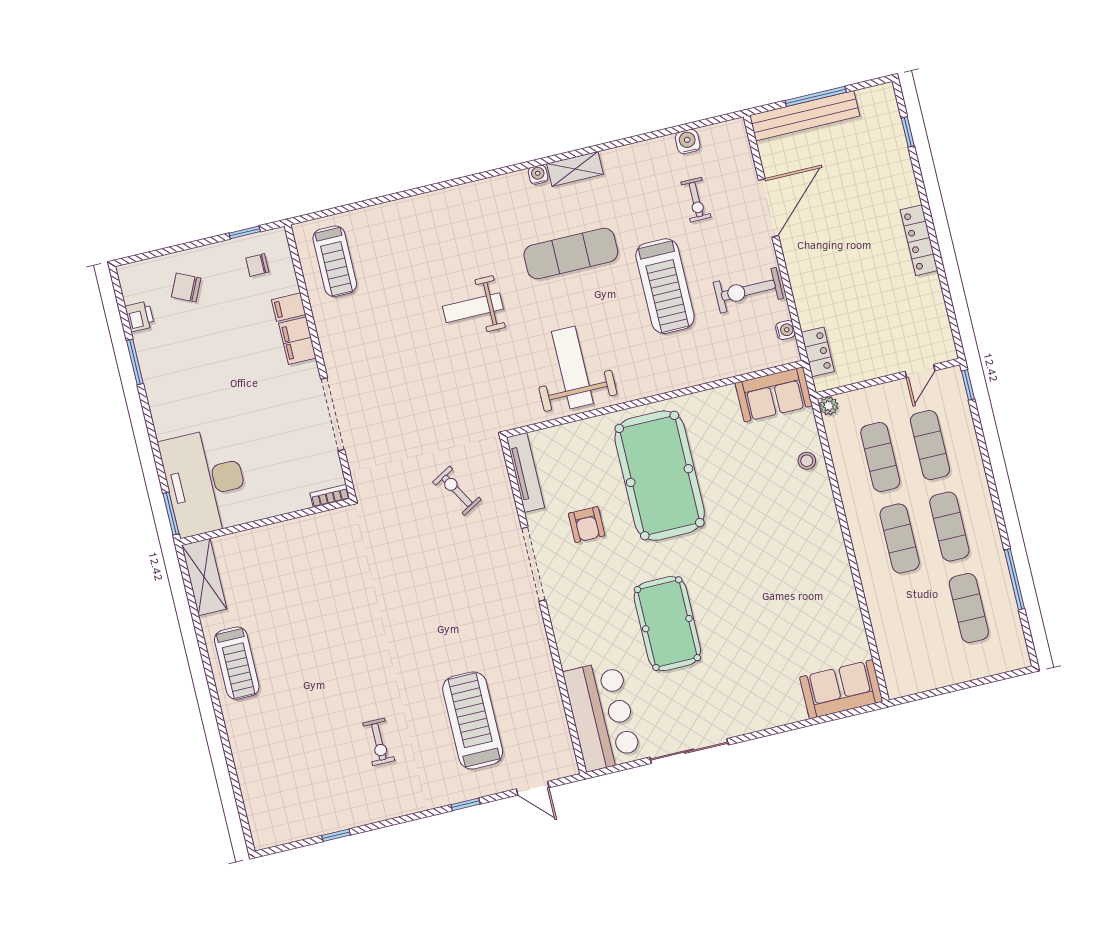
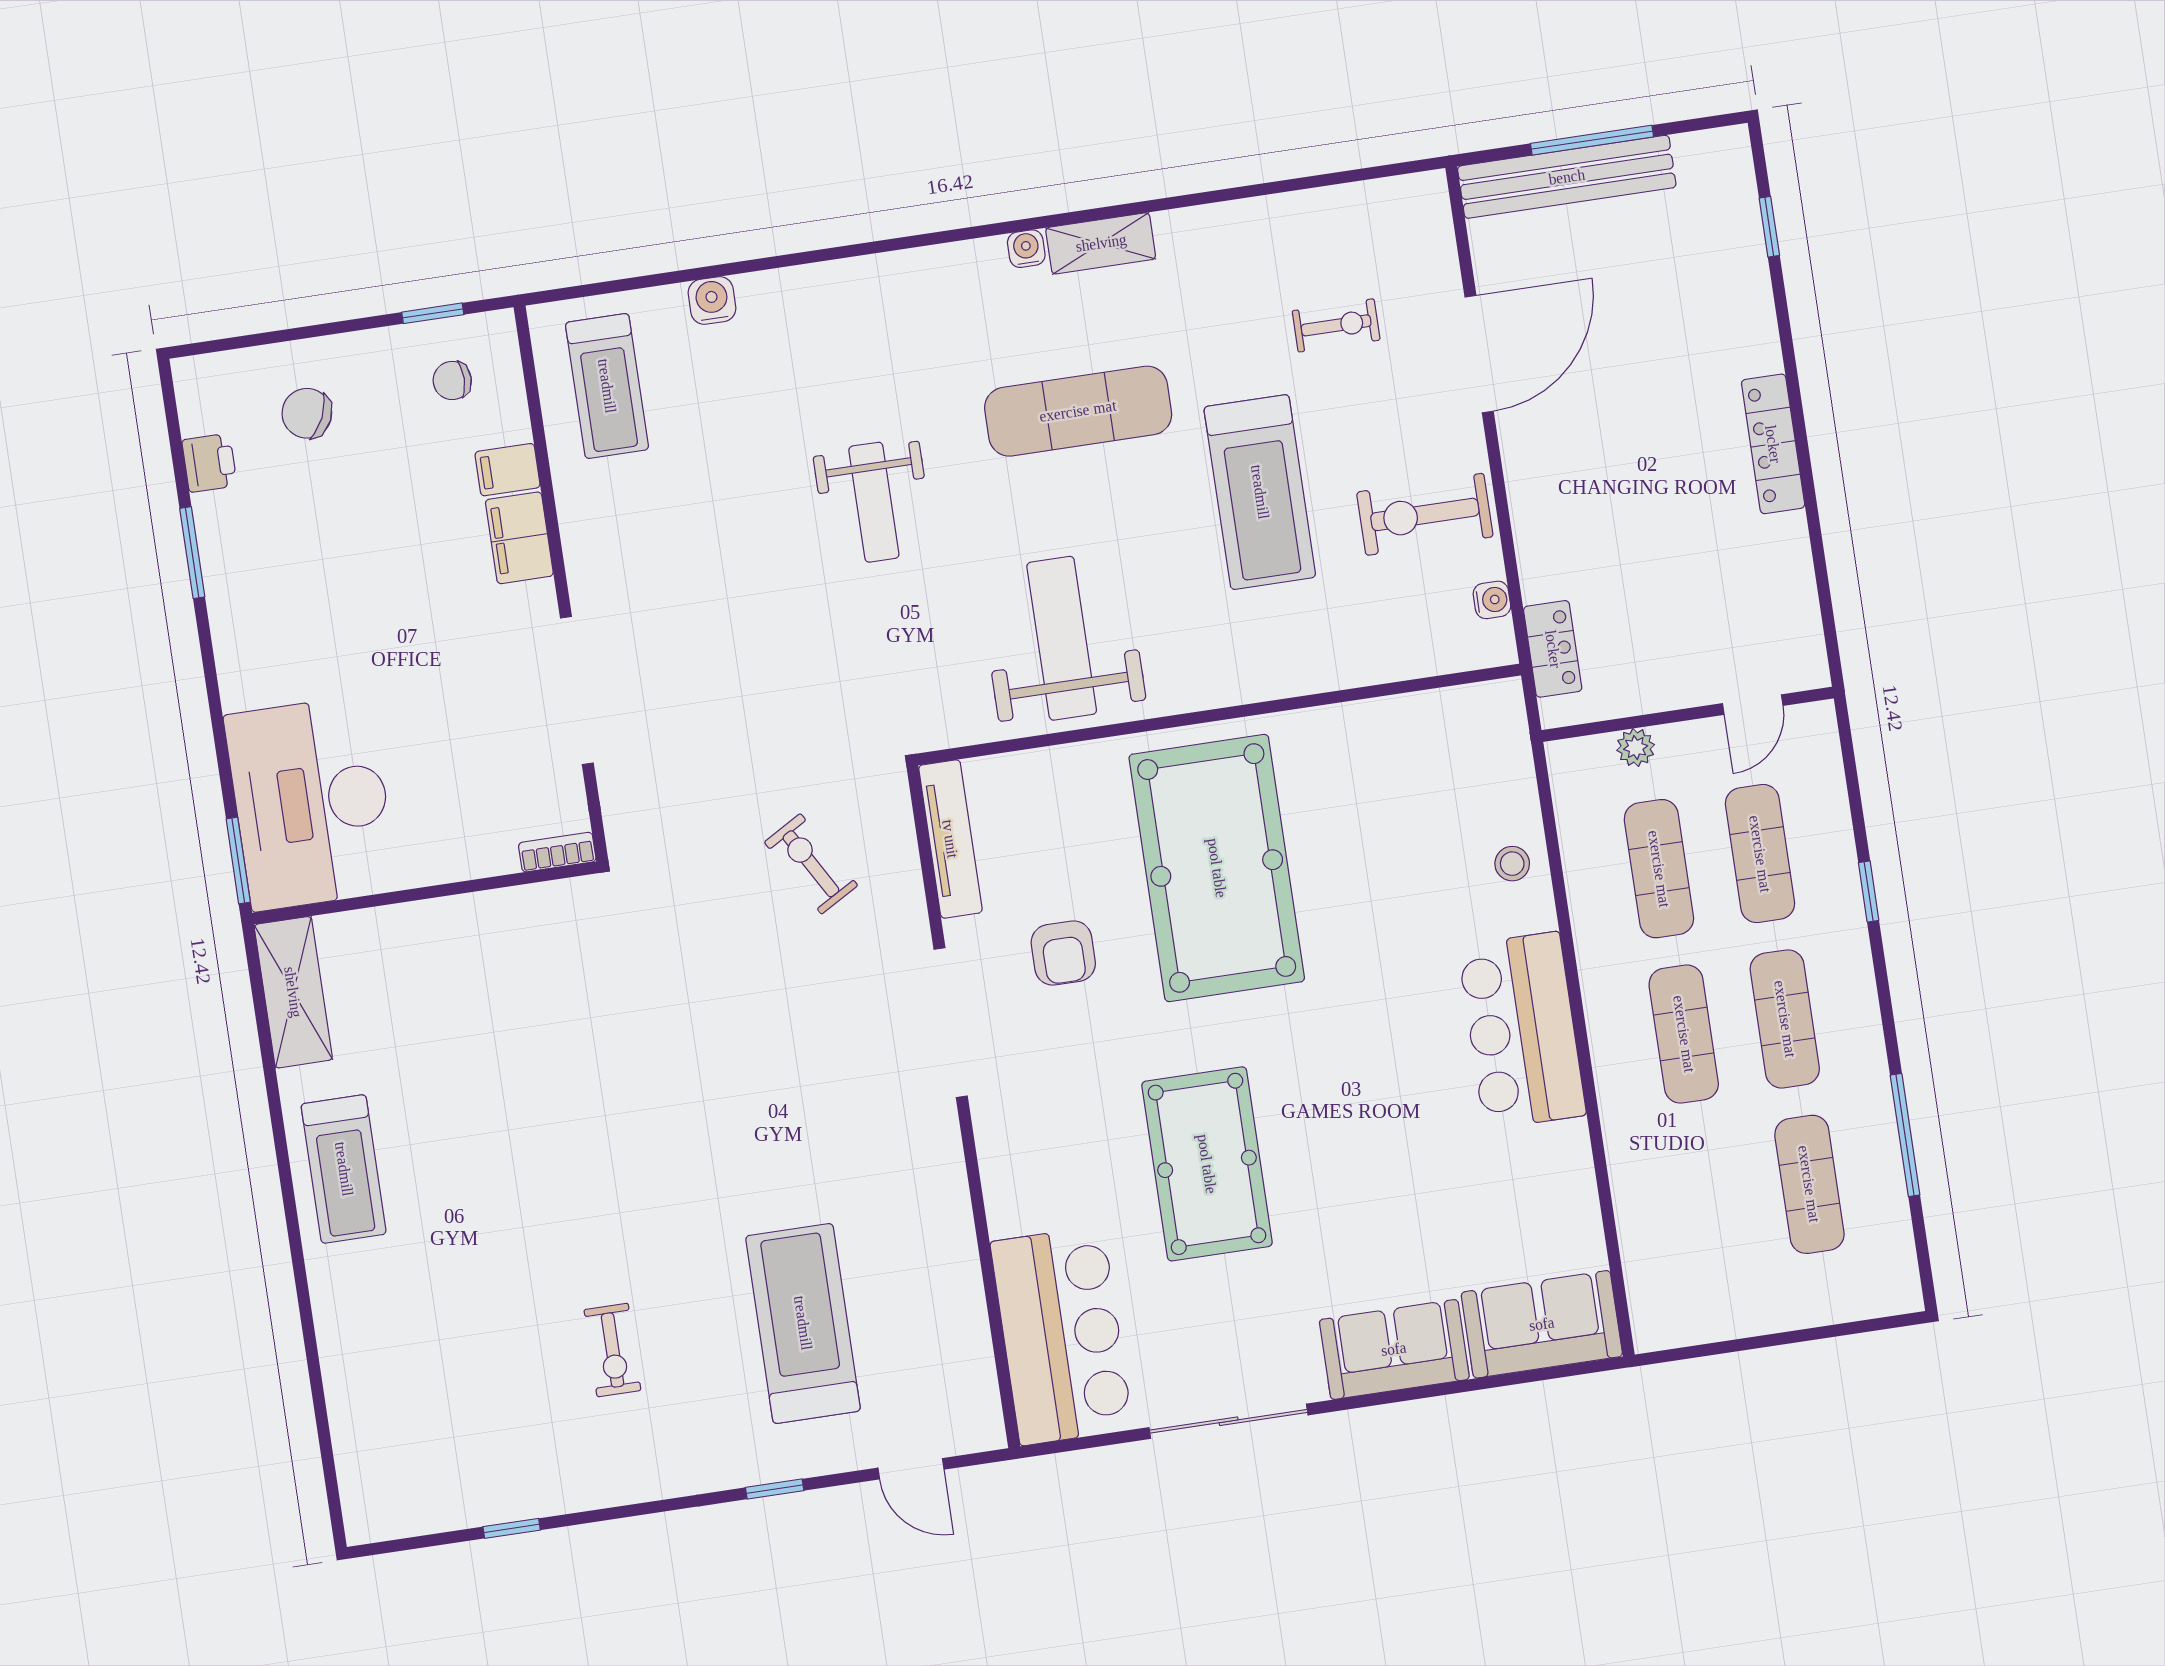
water cooler: (688, 142) -> (712, 300), moved
exercise bike: (696, 200) -> (1336, 325), turned -90
weight bench: (473, 308) -> (874, 502), turned -90
window: (968, 385) -> (1869, 891), moved
sofa: (774, 394) -> (1394, 1349), moved, turned 180
plant: (829, 406) -> (1636, 748), moved
bar counter: (819, 544) -> (1522, 1031), added

